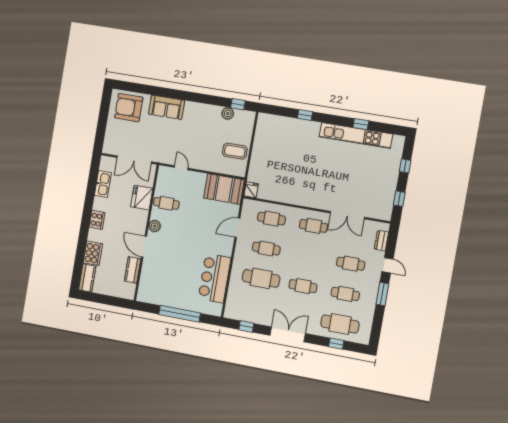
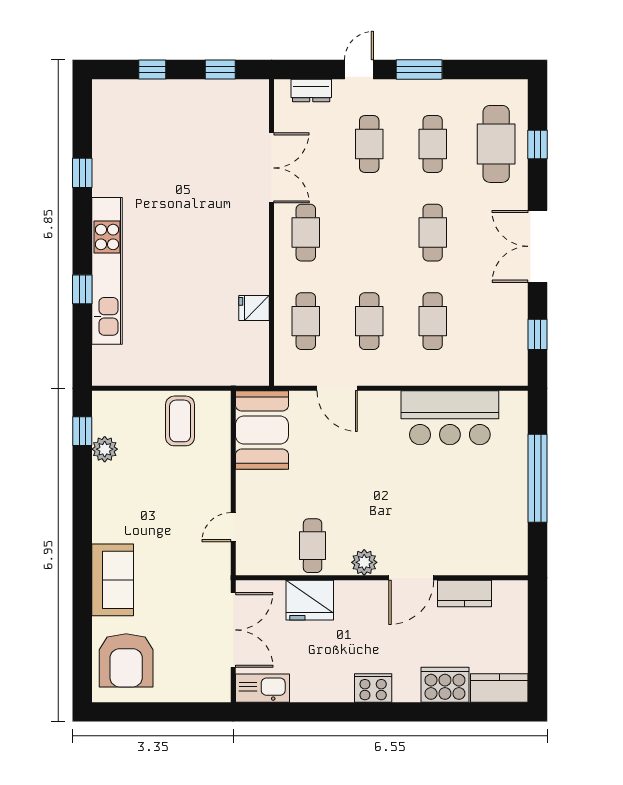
kitchen unit: (356, 135) -> (107, 271), moved
kitchen sink: (103, 184) -> (262, 688), moved
fridge: (251, 190) -> (254, 308), moved
cafe table: (261, 278) -> (433, 321), width x0.73, depth x0.74

